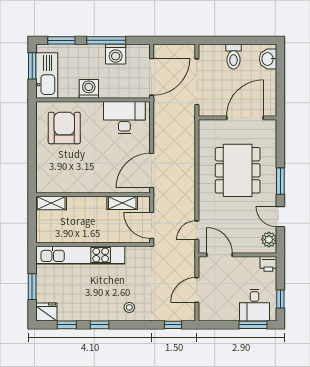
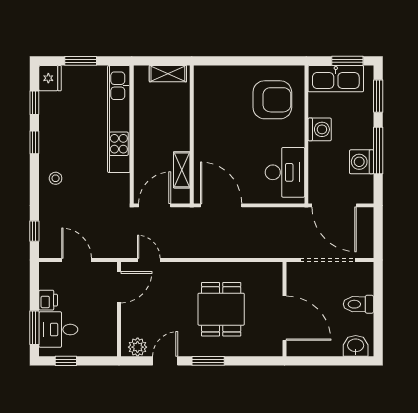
dining table: (238, 170) -> (221, 309), width x0.73
shelving: (51, 203) -> (168, 74), moved, turned 90
printer: (268, 264) -> (48, 300), moved, turned 180

